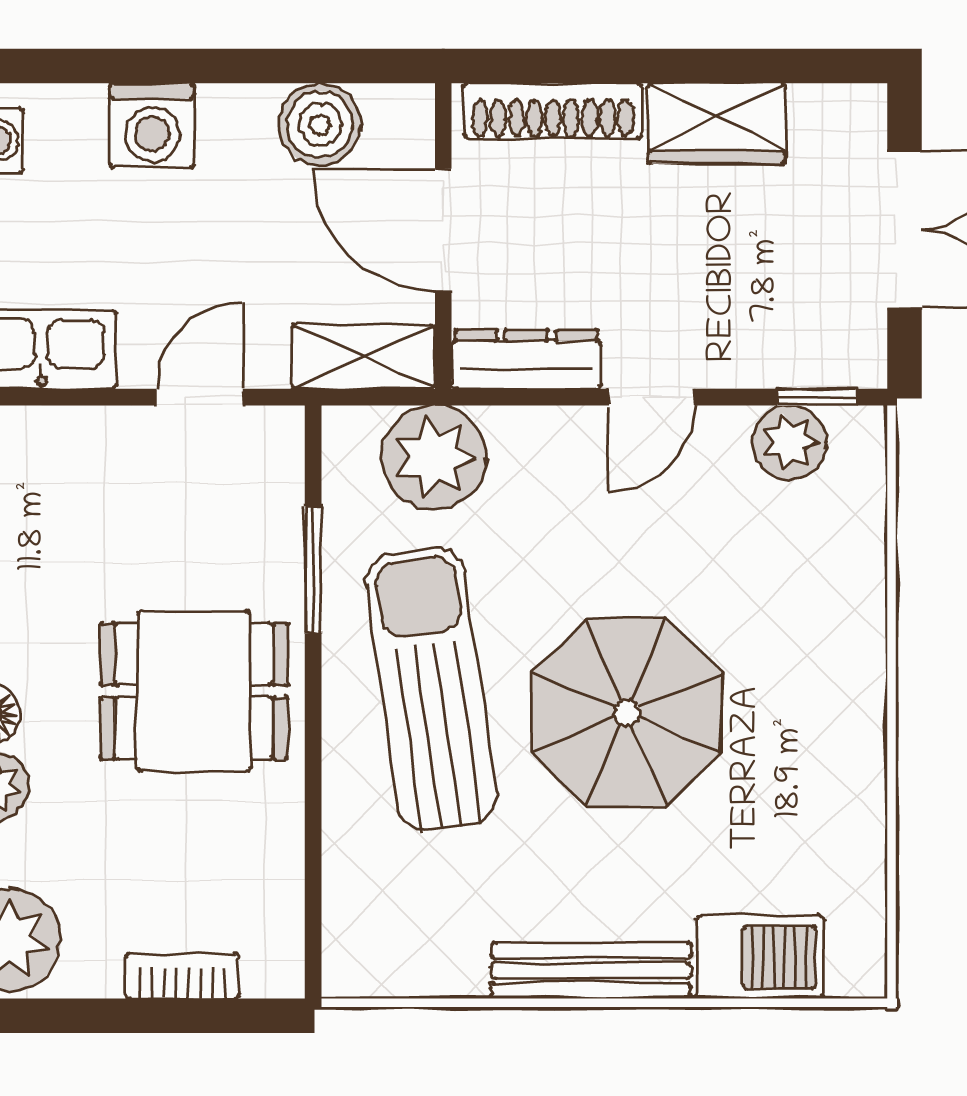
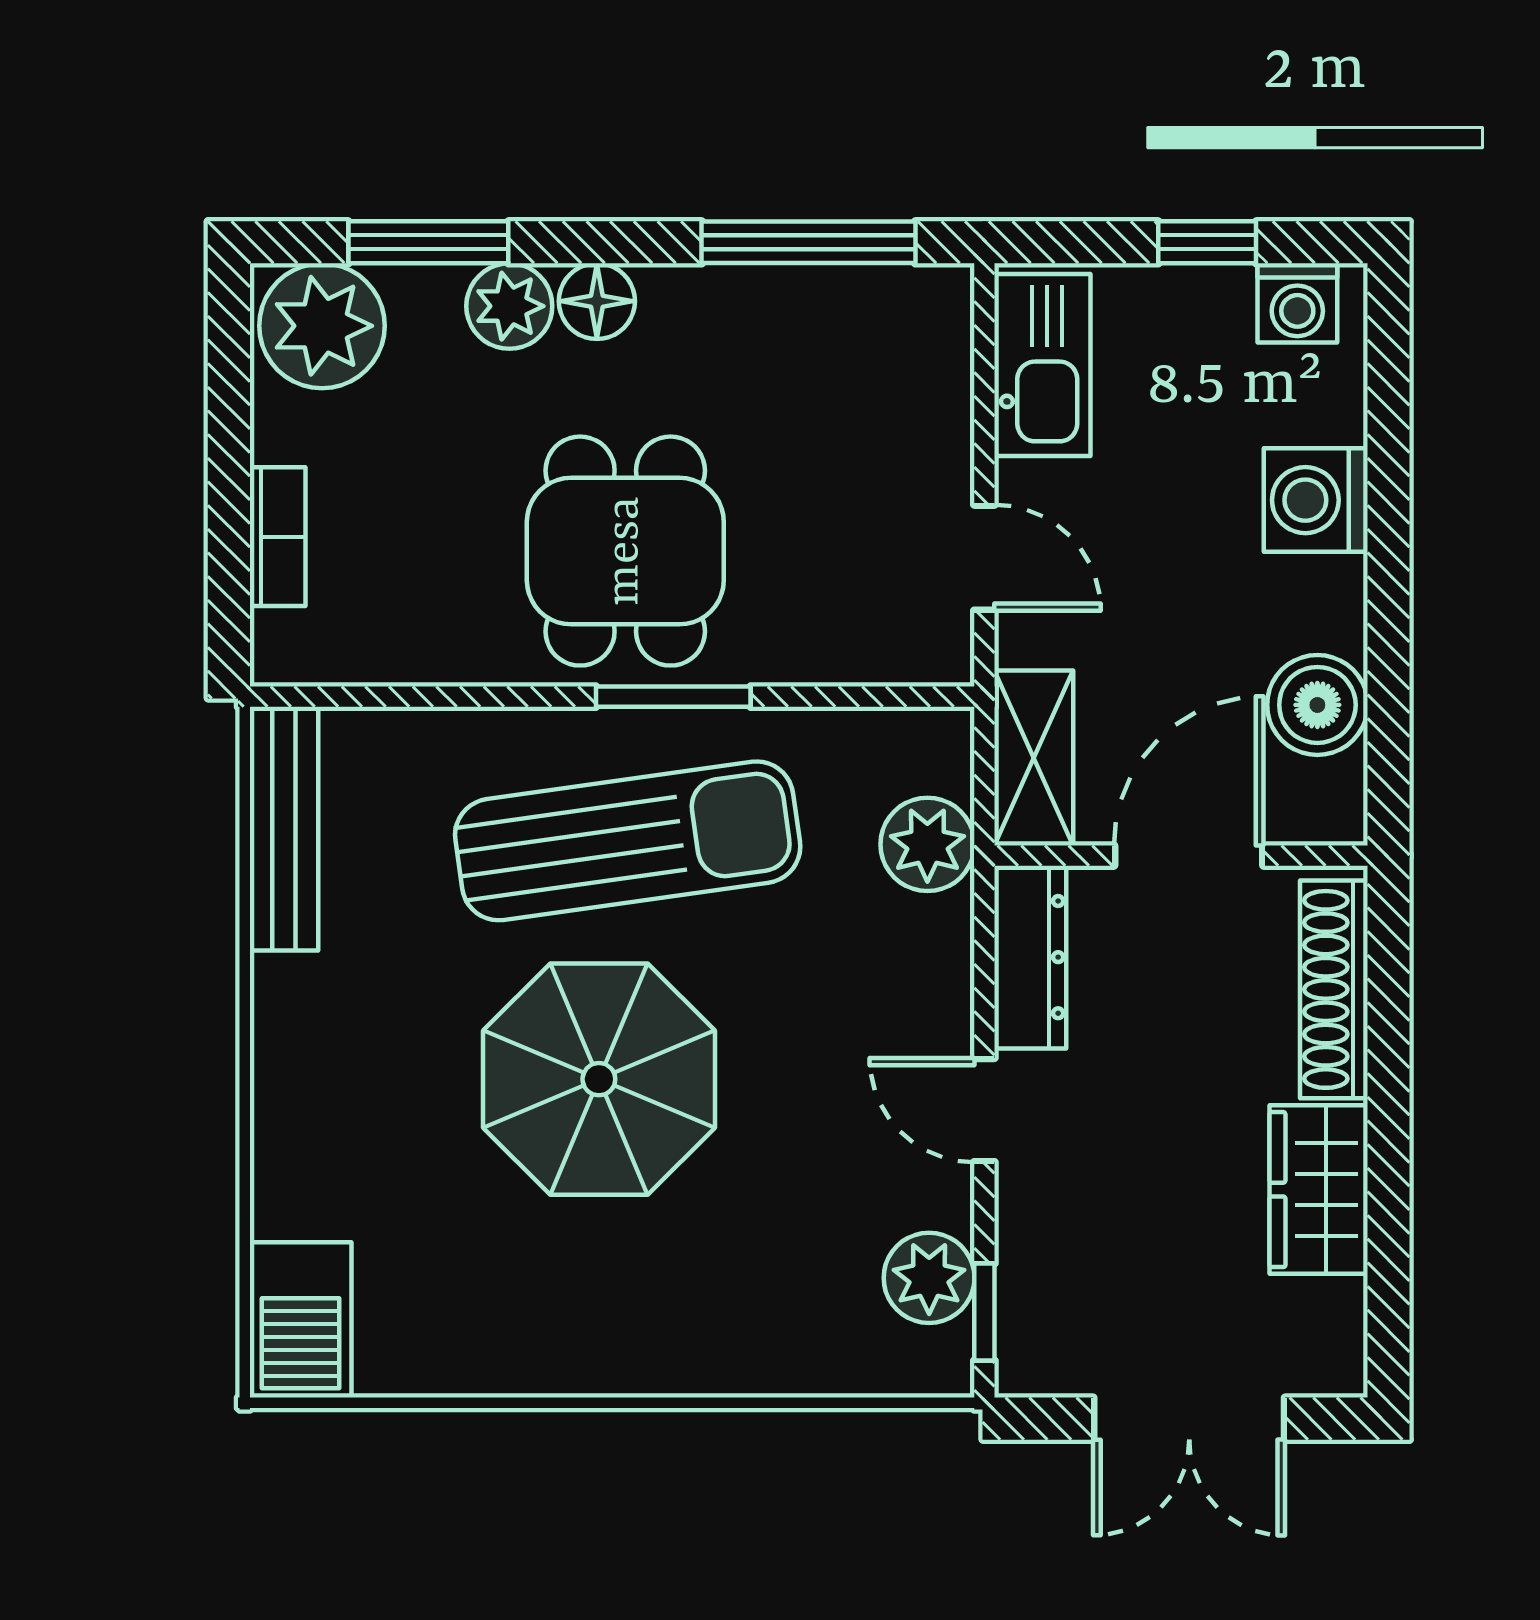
plant: (434, 458) -> (927, 844), width x0.73, depth x0.73
window: (313, 570) -> (673, 697), moved
barbecue: (760, 957) -> (301, 1320), moved
bench: (591, 971) -> (284, 829), moved

